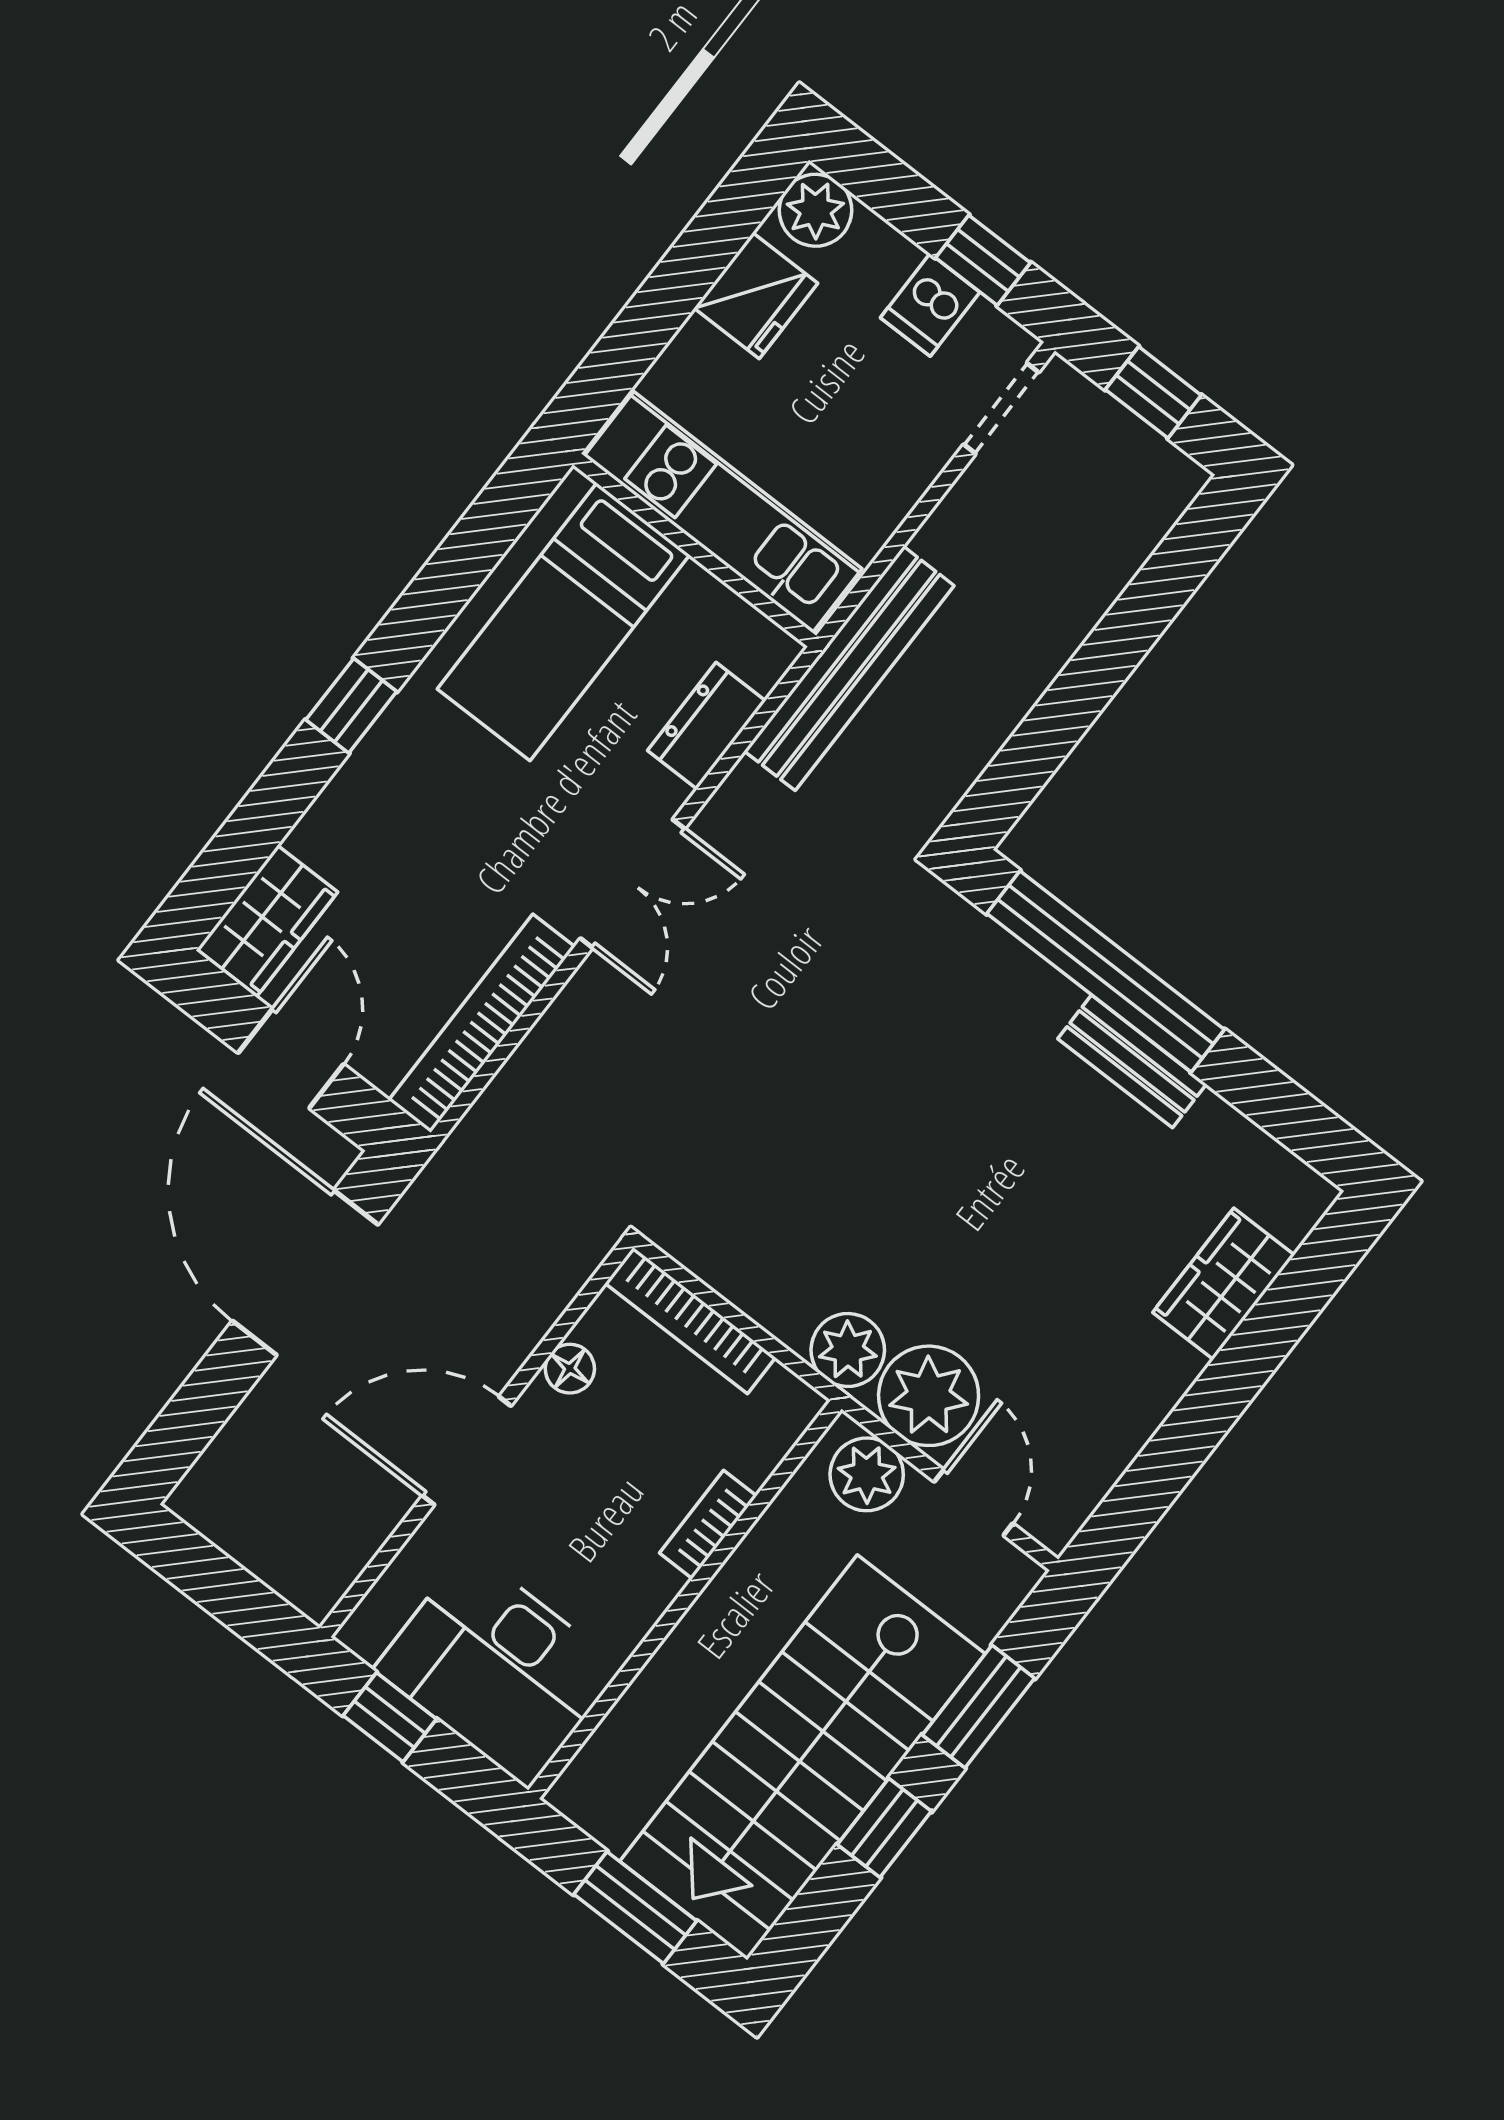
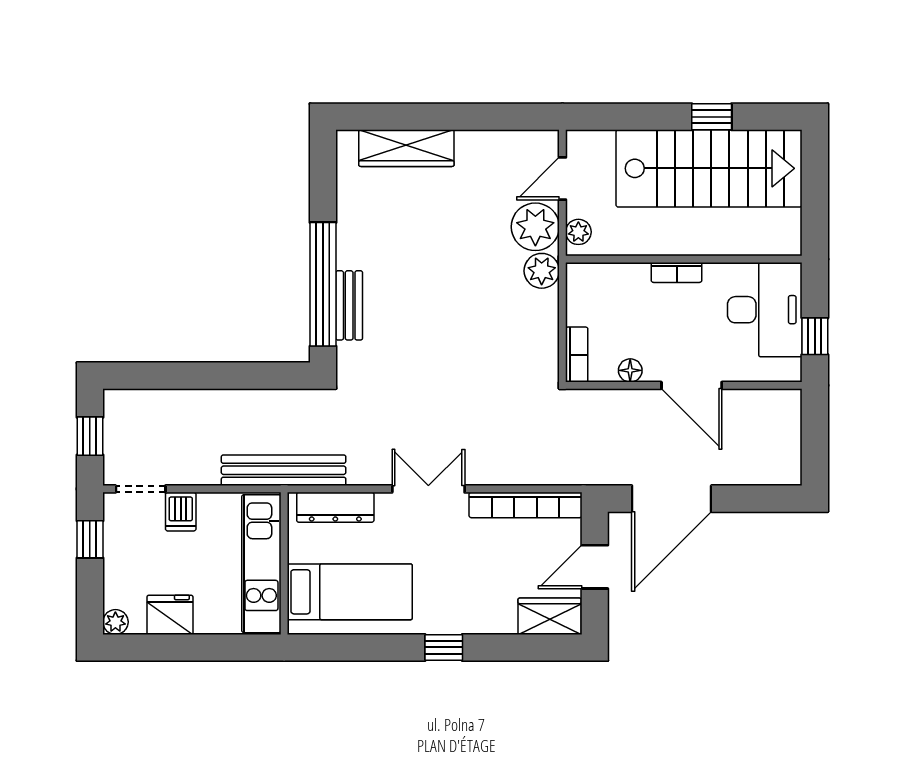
plant: (815, 210) -> (115, 622), width x0.73, depth x0.73
dishwasher: (930, 305) -> (181, 512), moved, turned 90
dresser: (707, 726) -> (335, 507), width x1.44
bench: (1132, 1061) -> (349, 305), moved
wardrobe: (1224, 1284) -> (406, 148), width x1.50
bookcase: (690, 1320) -> (577, 355), width x0.64
plant: (867, 1474) -> (578, 232), width x0.73, depth x0.73
bookcase: (708, 1524) -> (677, 272), moved
window: (978, 1707) -> (638, 117), removed
window: (635, 1908) -> (815, 188), removed

